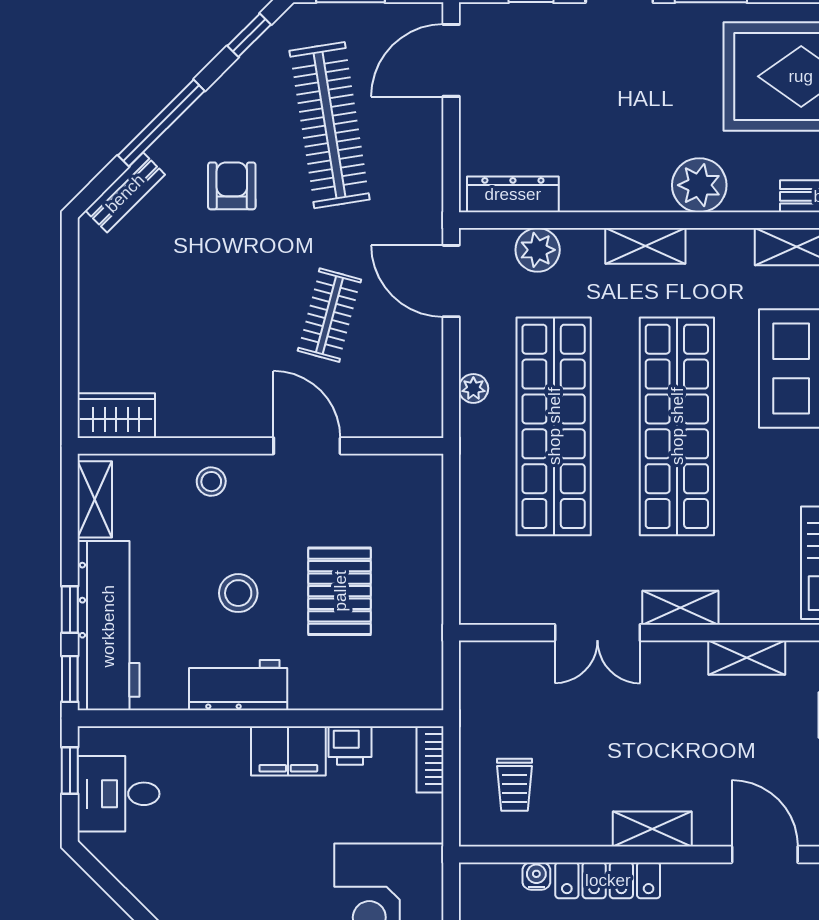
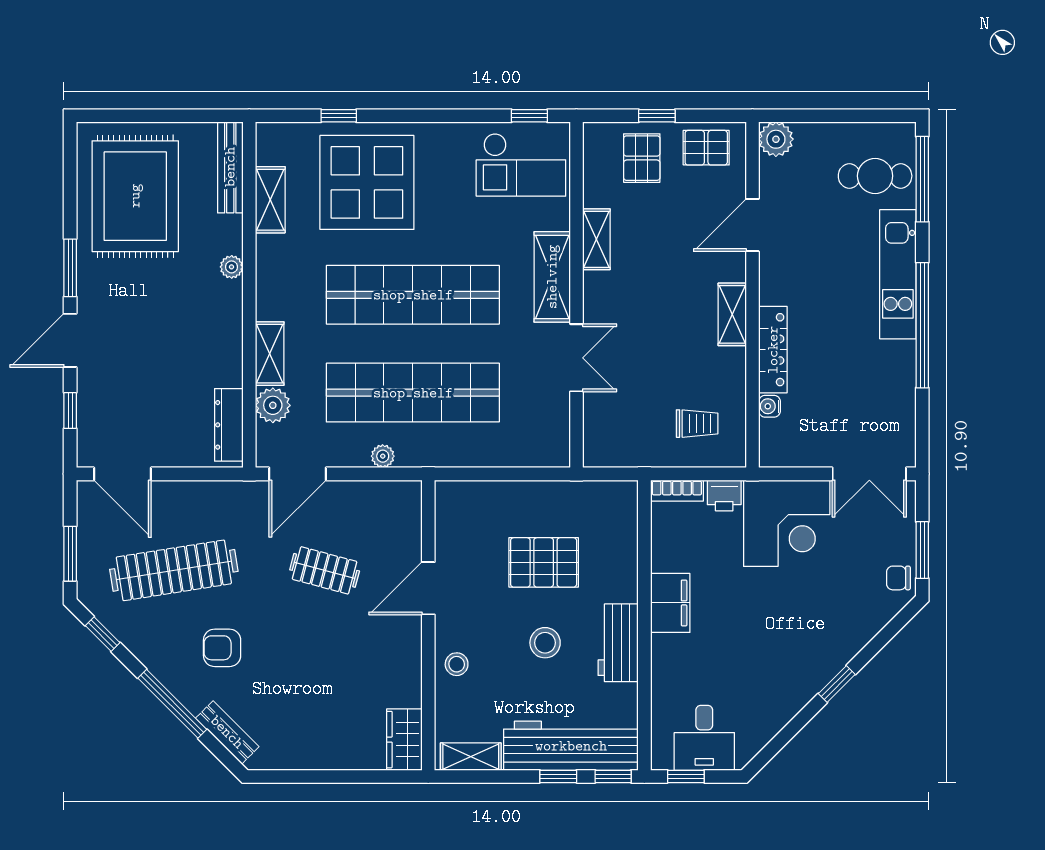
plant: (699, 185) -> (232, 267), width x0.53, depth x0.53
shelving: (645, 246) -> (270, 354), moved
shelving: (680, 608) -> (552, 277), width x1.50, depth x1.33
printer: (350, 745) -> (724, 495), moved, turned 90

